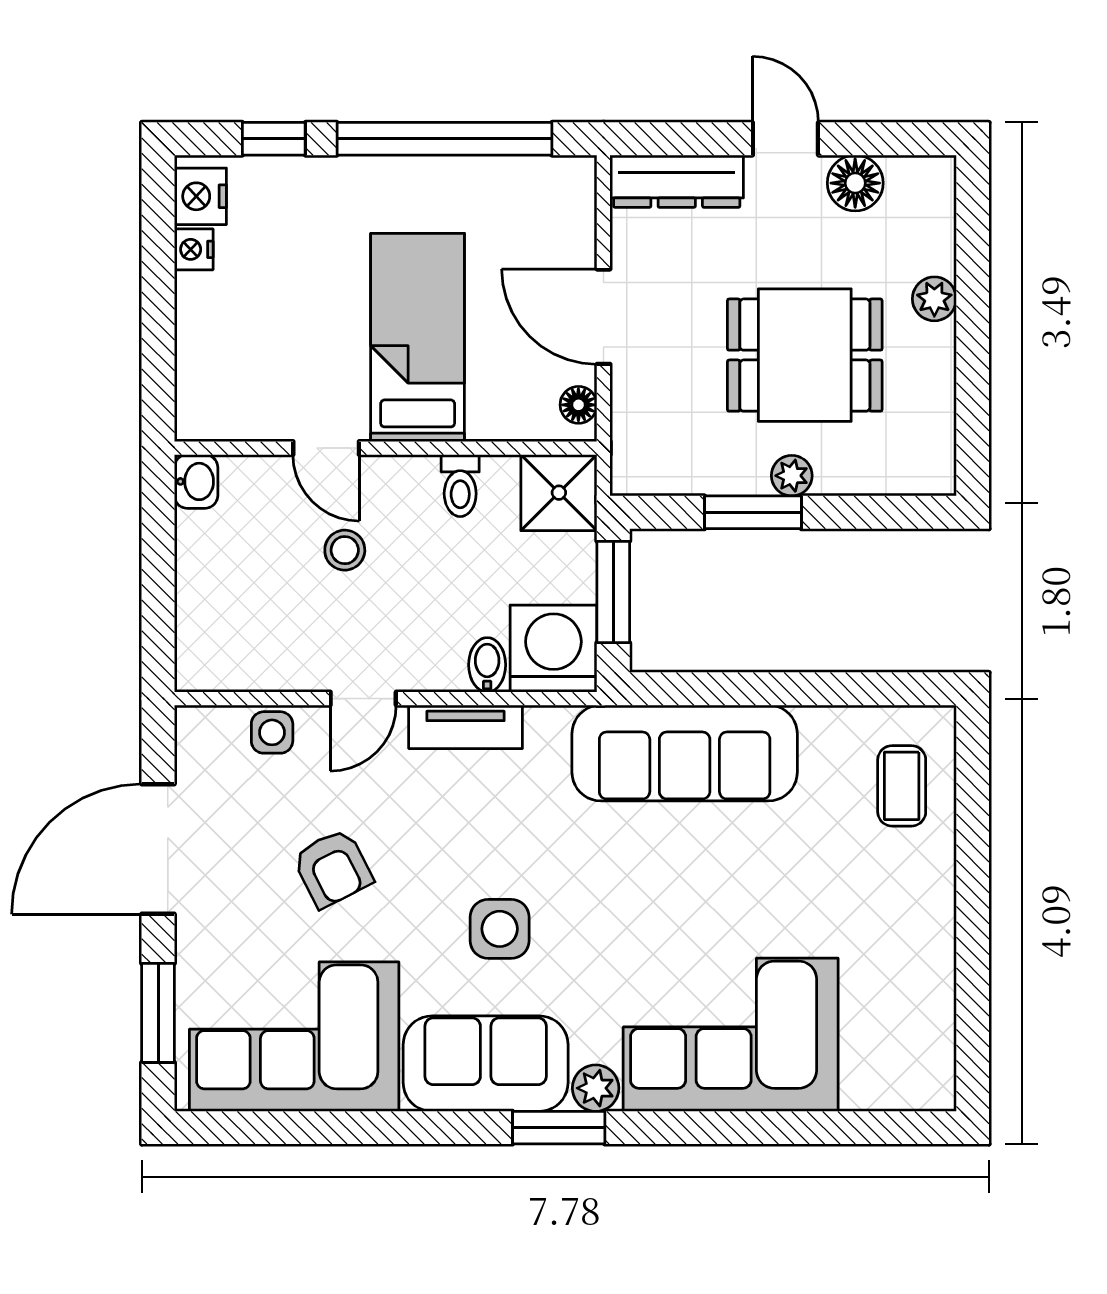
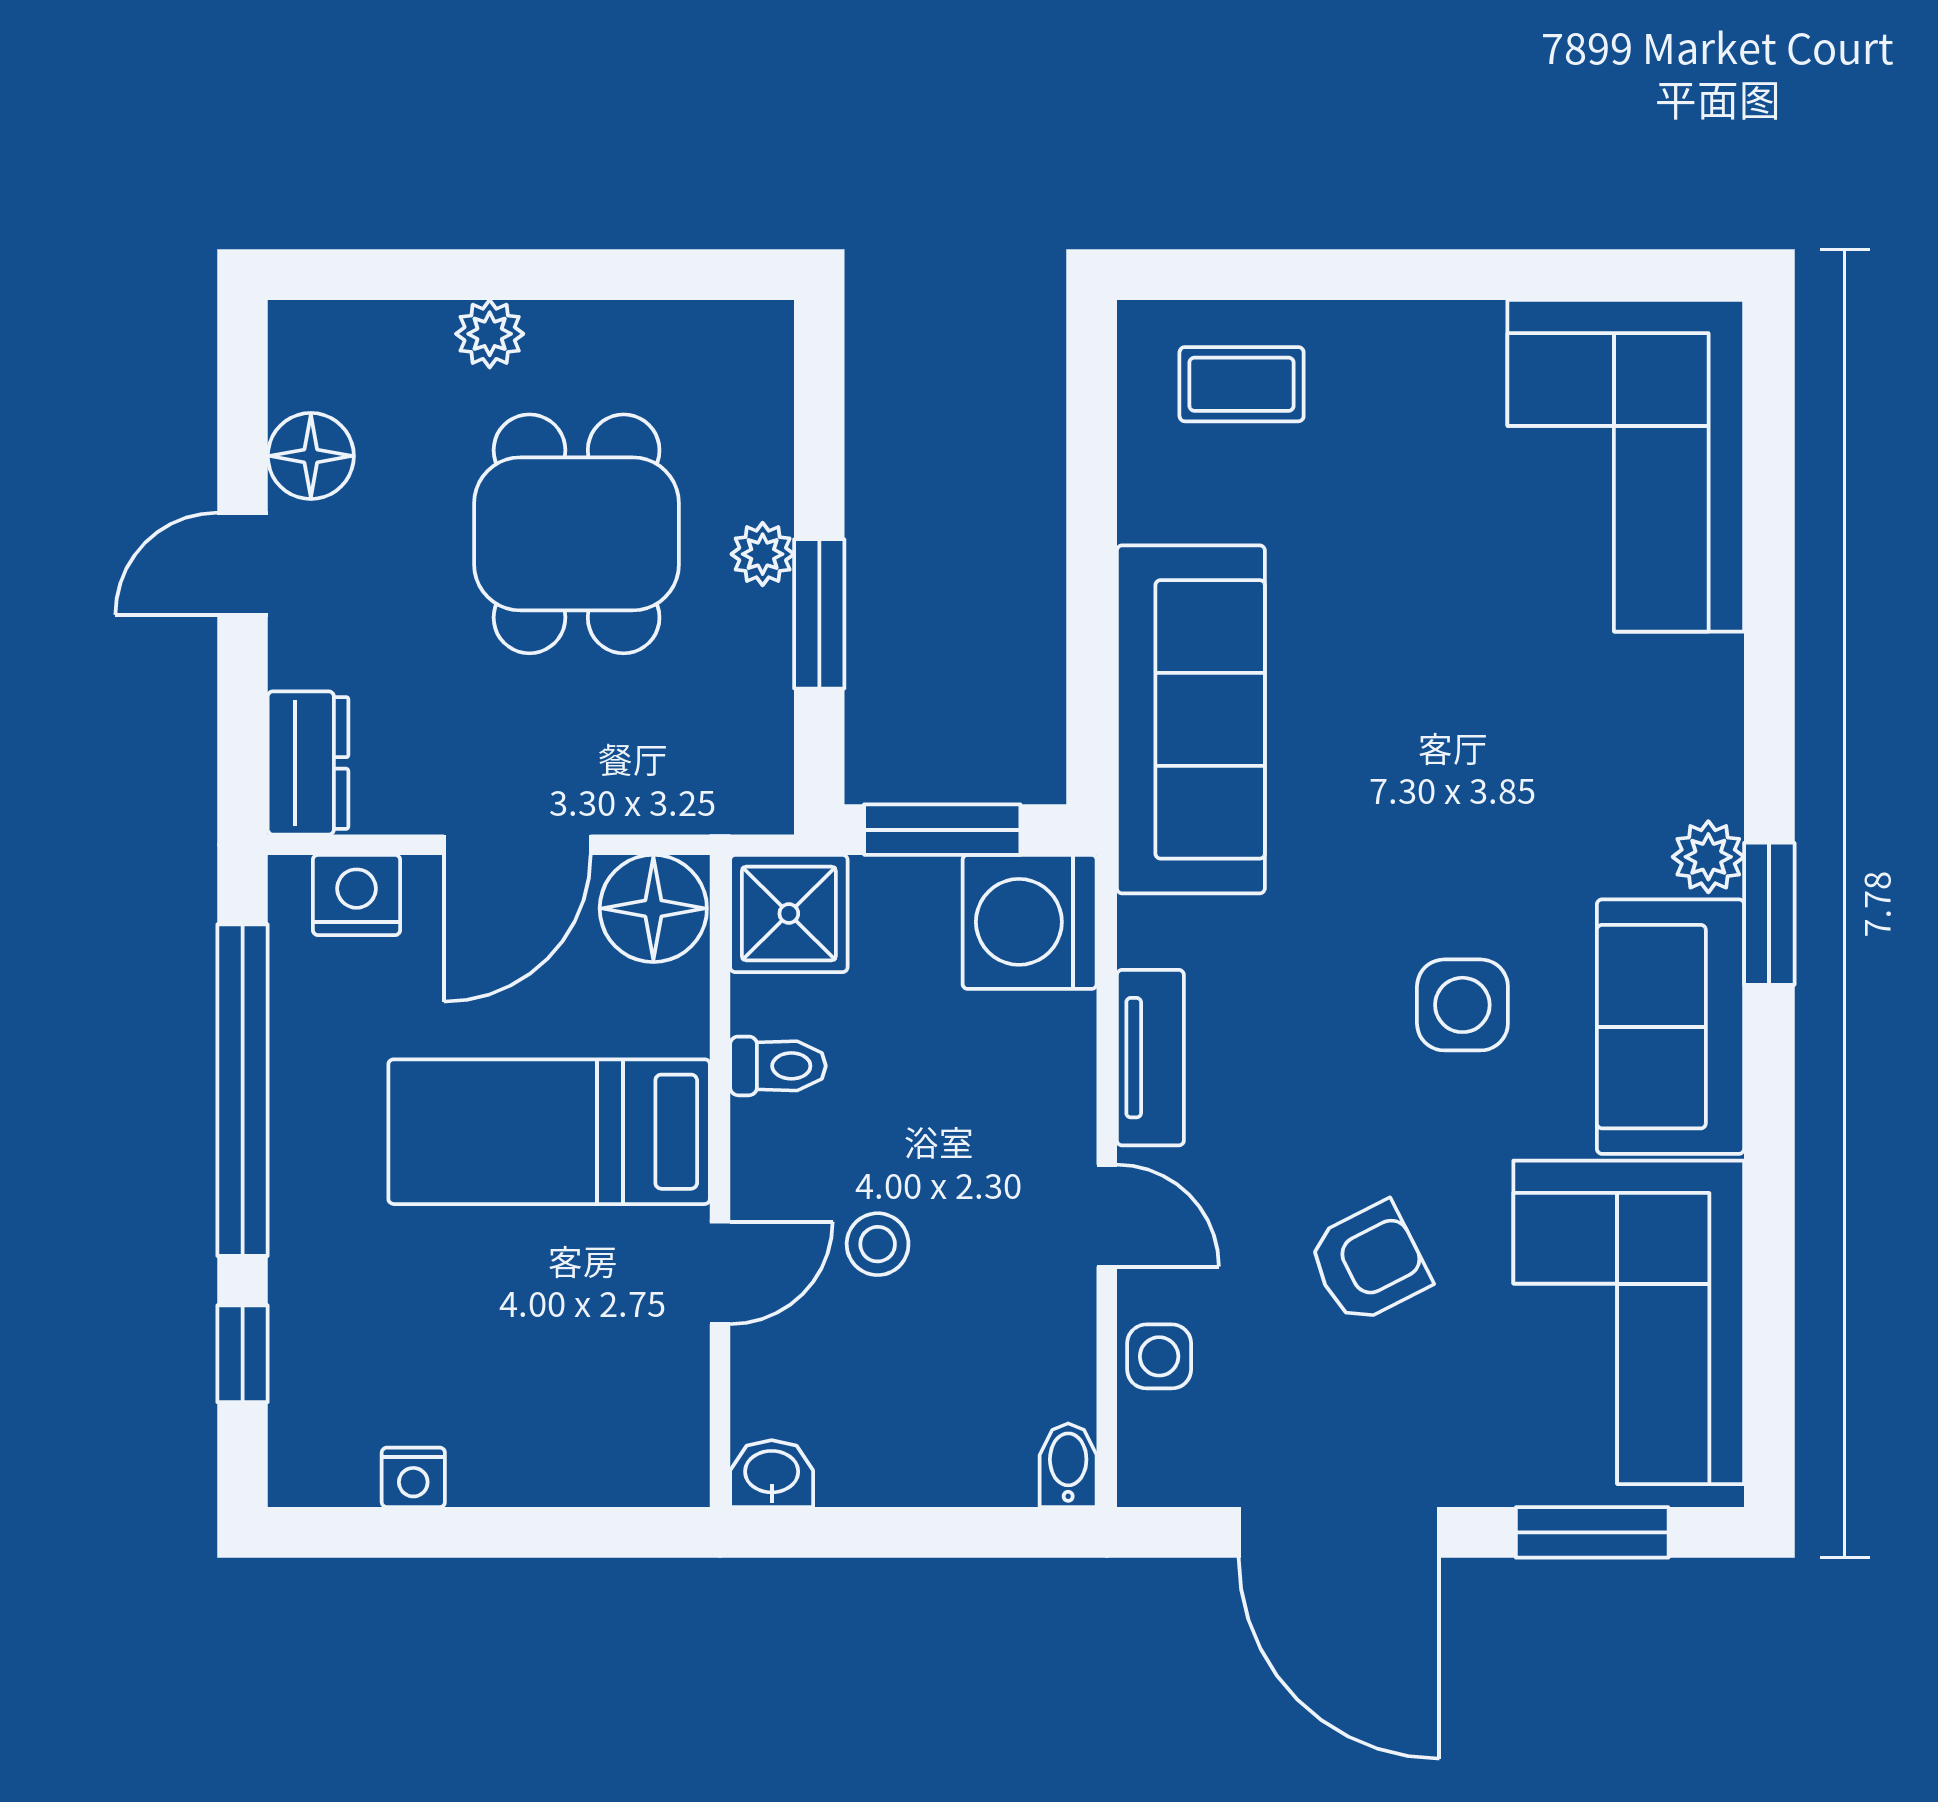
dresser: (677, 181) -> (308, 763), width x0.70
nightstand: (200, 196) -> (357, 895), moved, turned 180
floor lamp: (578, 405) -> (653, 908), width x1.89, depth x1.89
bidet: (487, 665) -> (1068, 1465), moved, turned 90
corner sofa: (731, 1035) -> (1626, 466), moved

